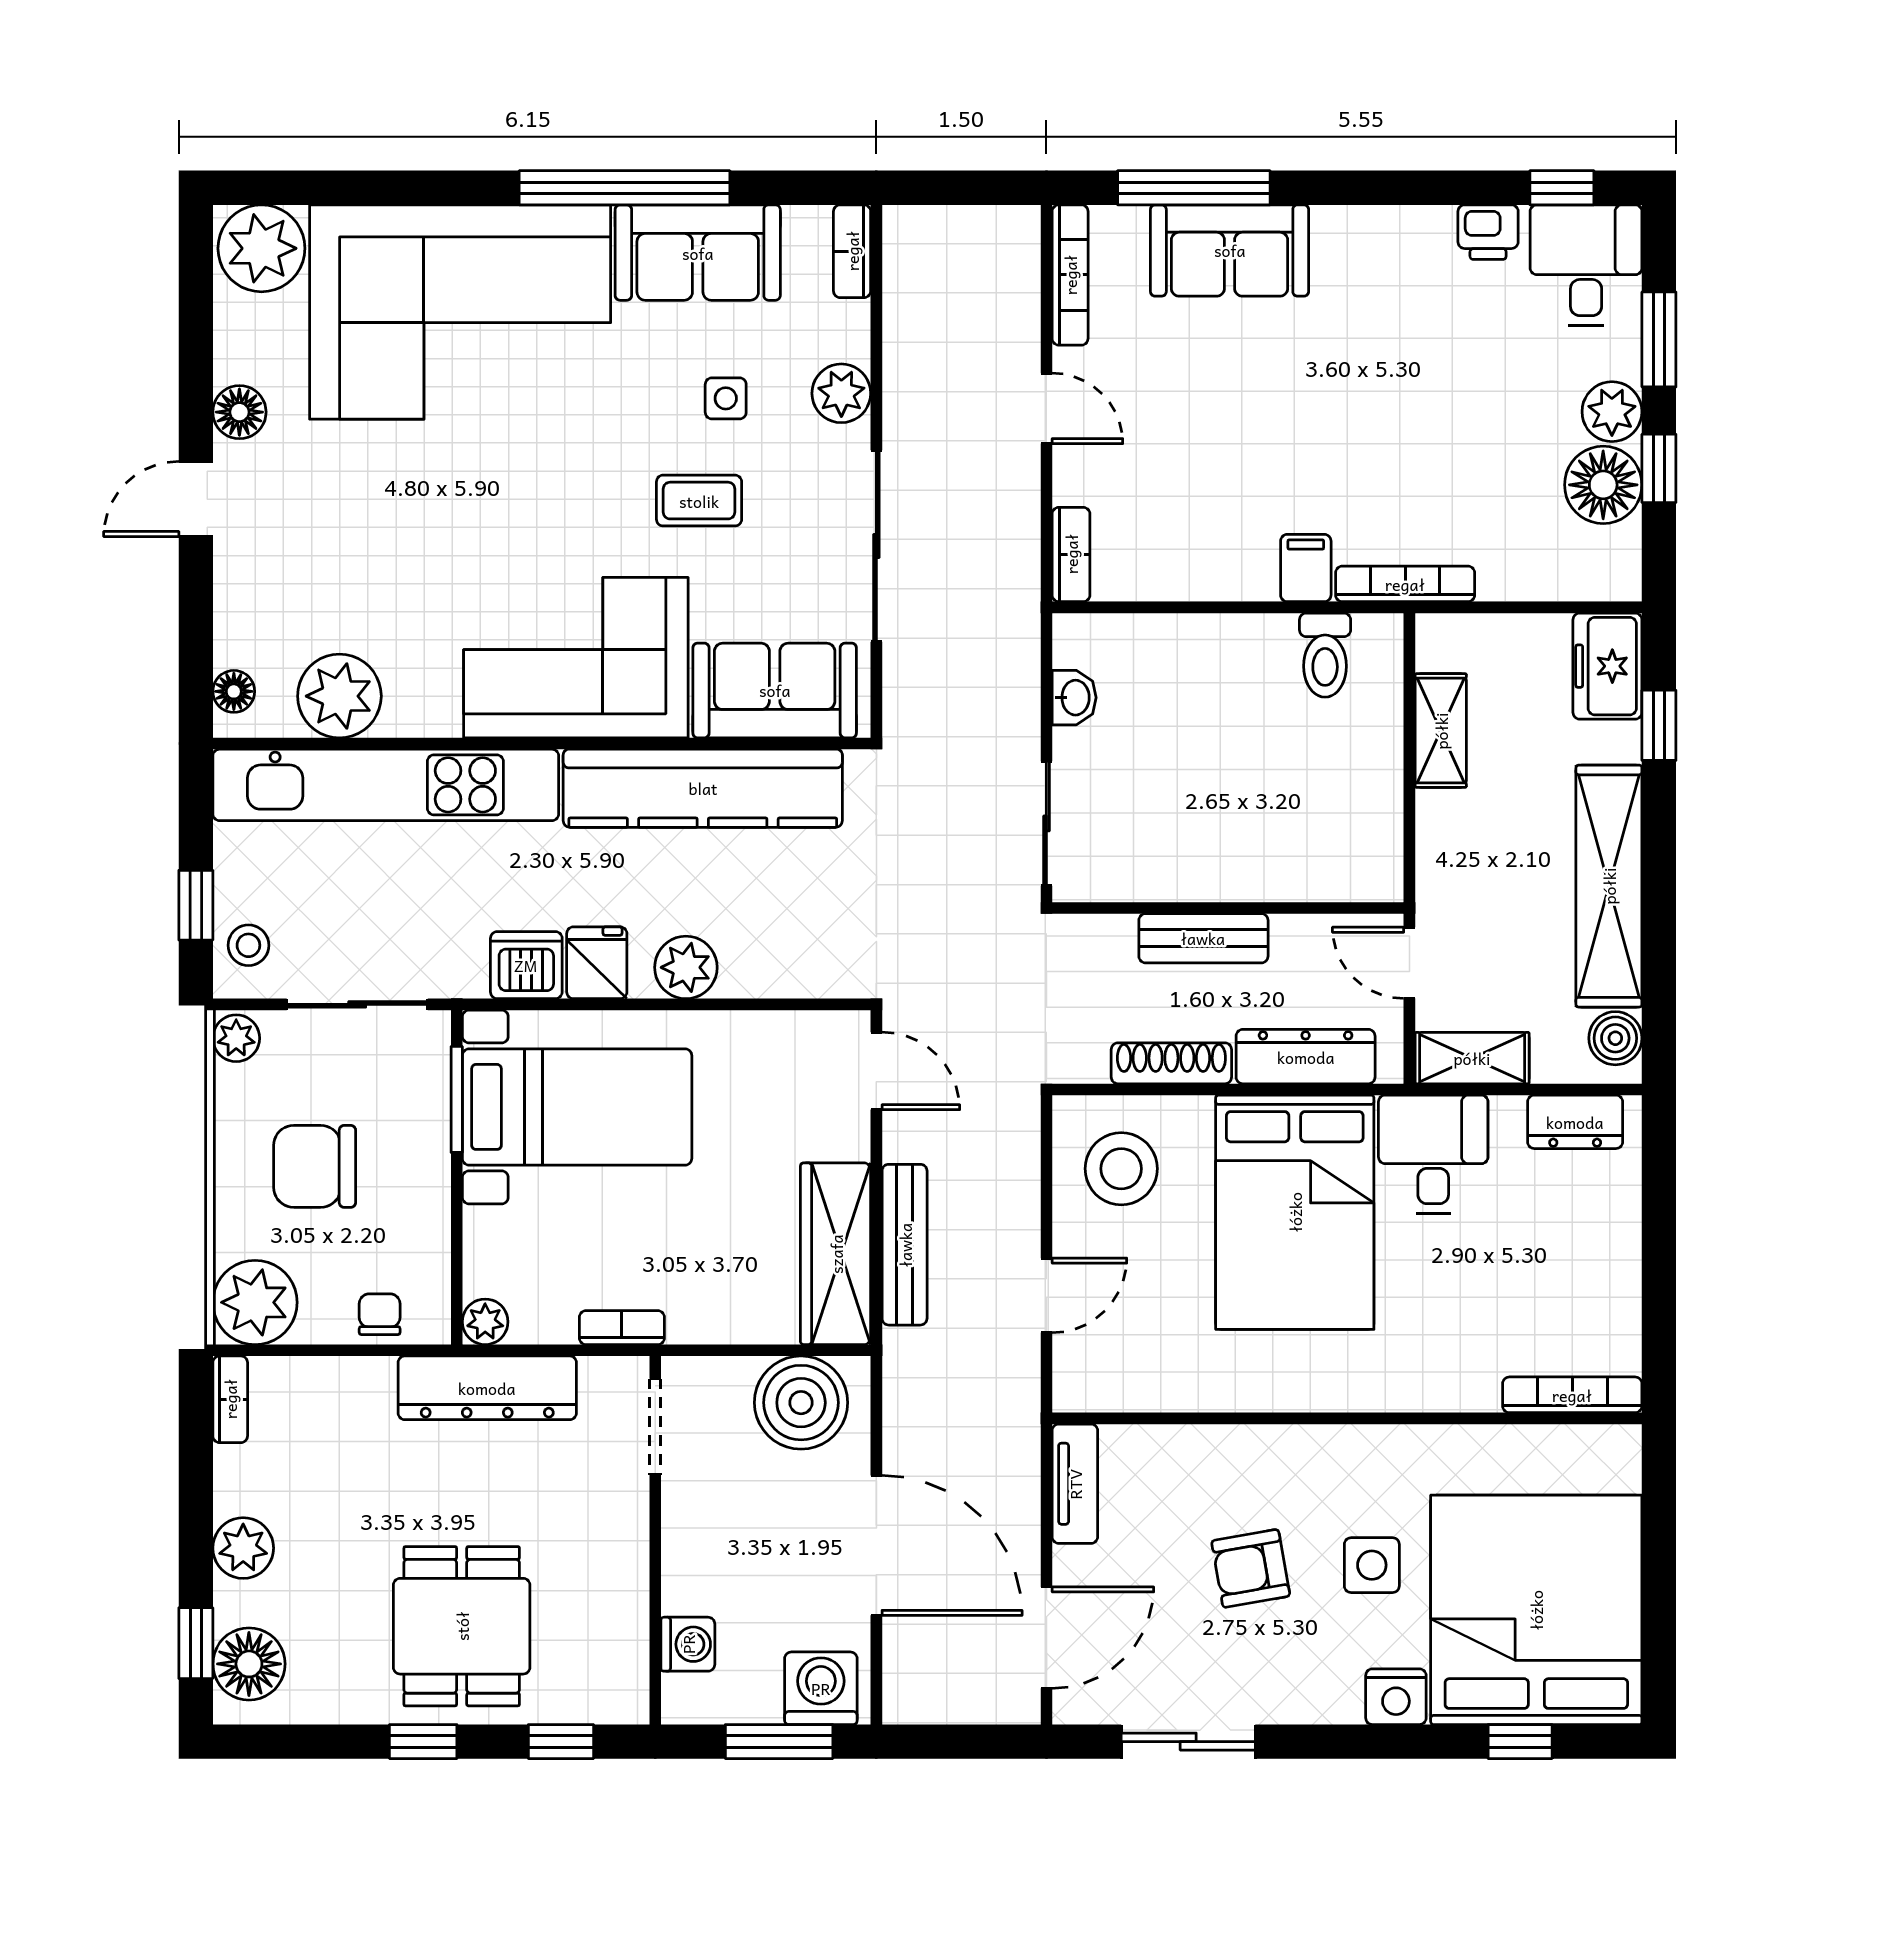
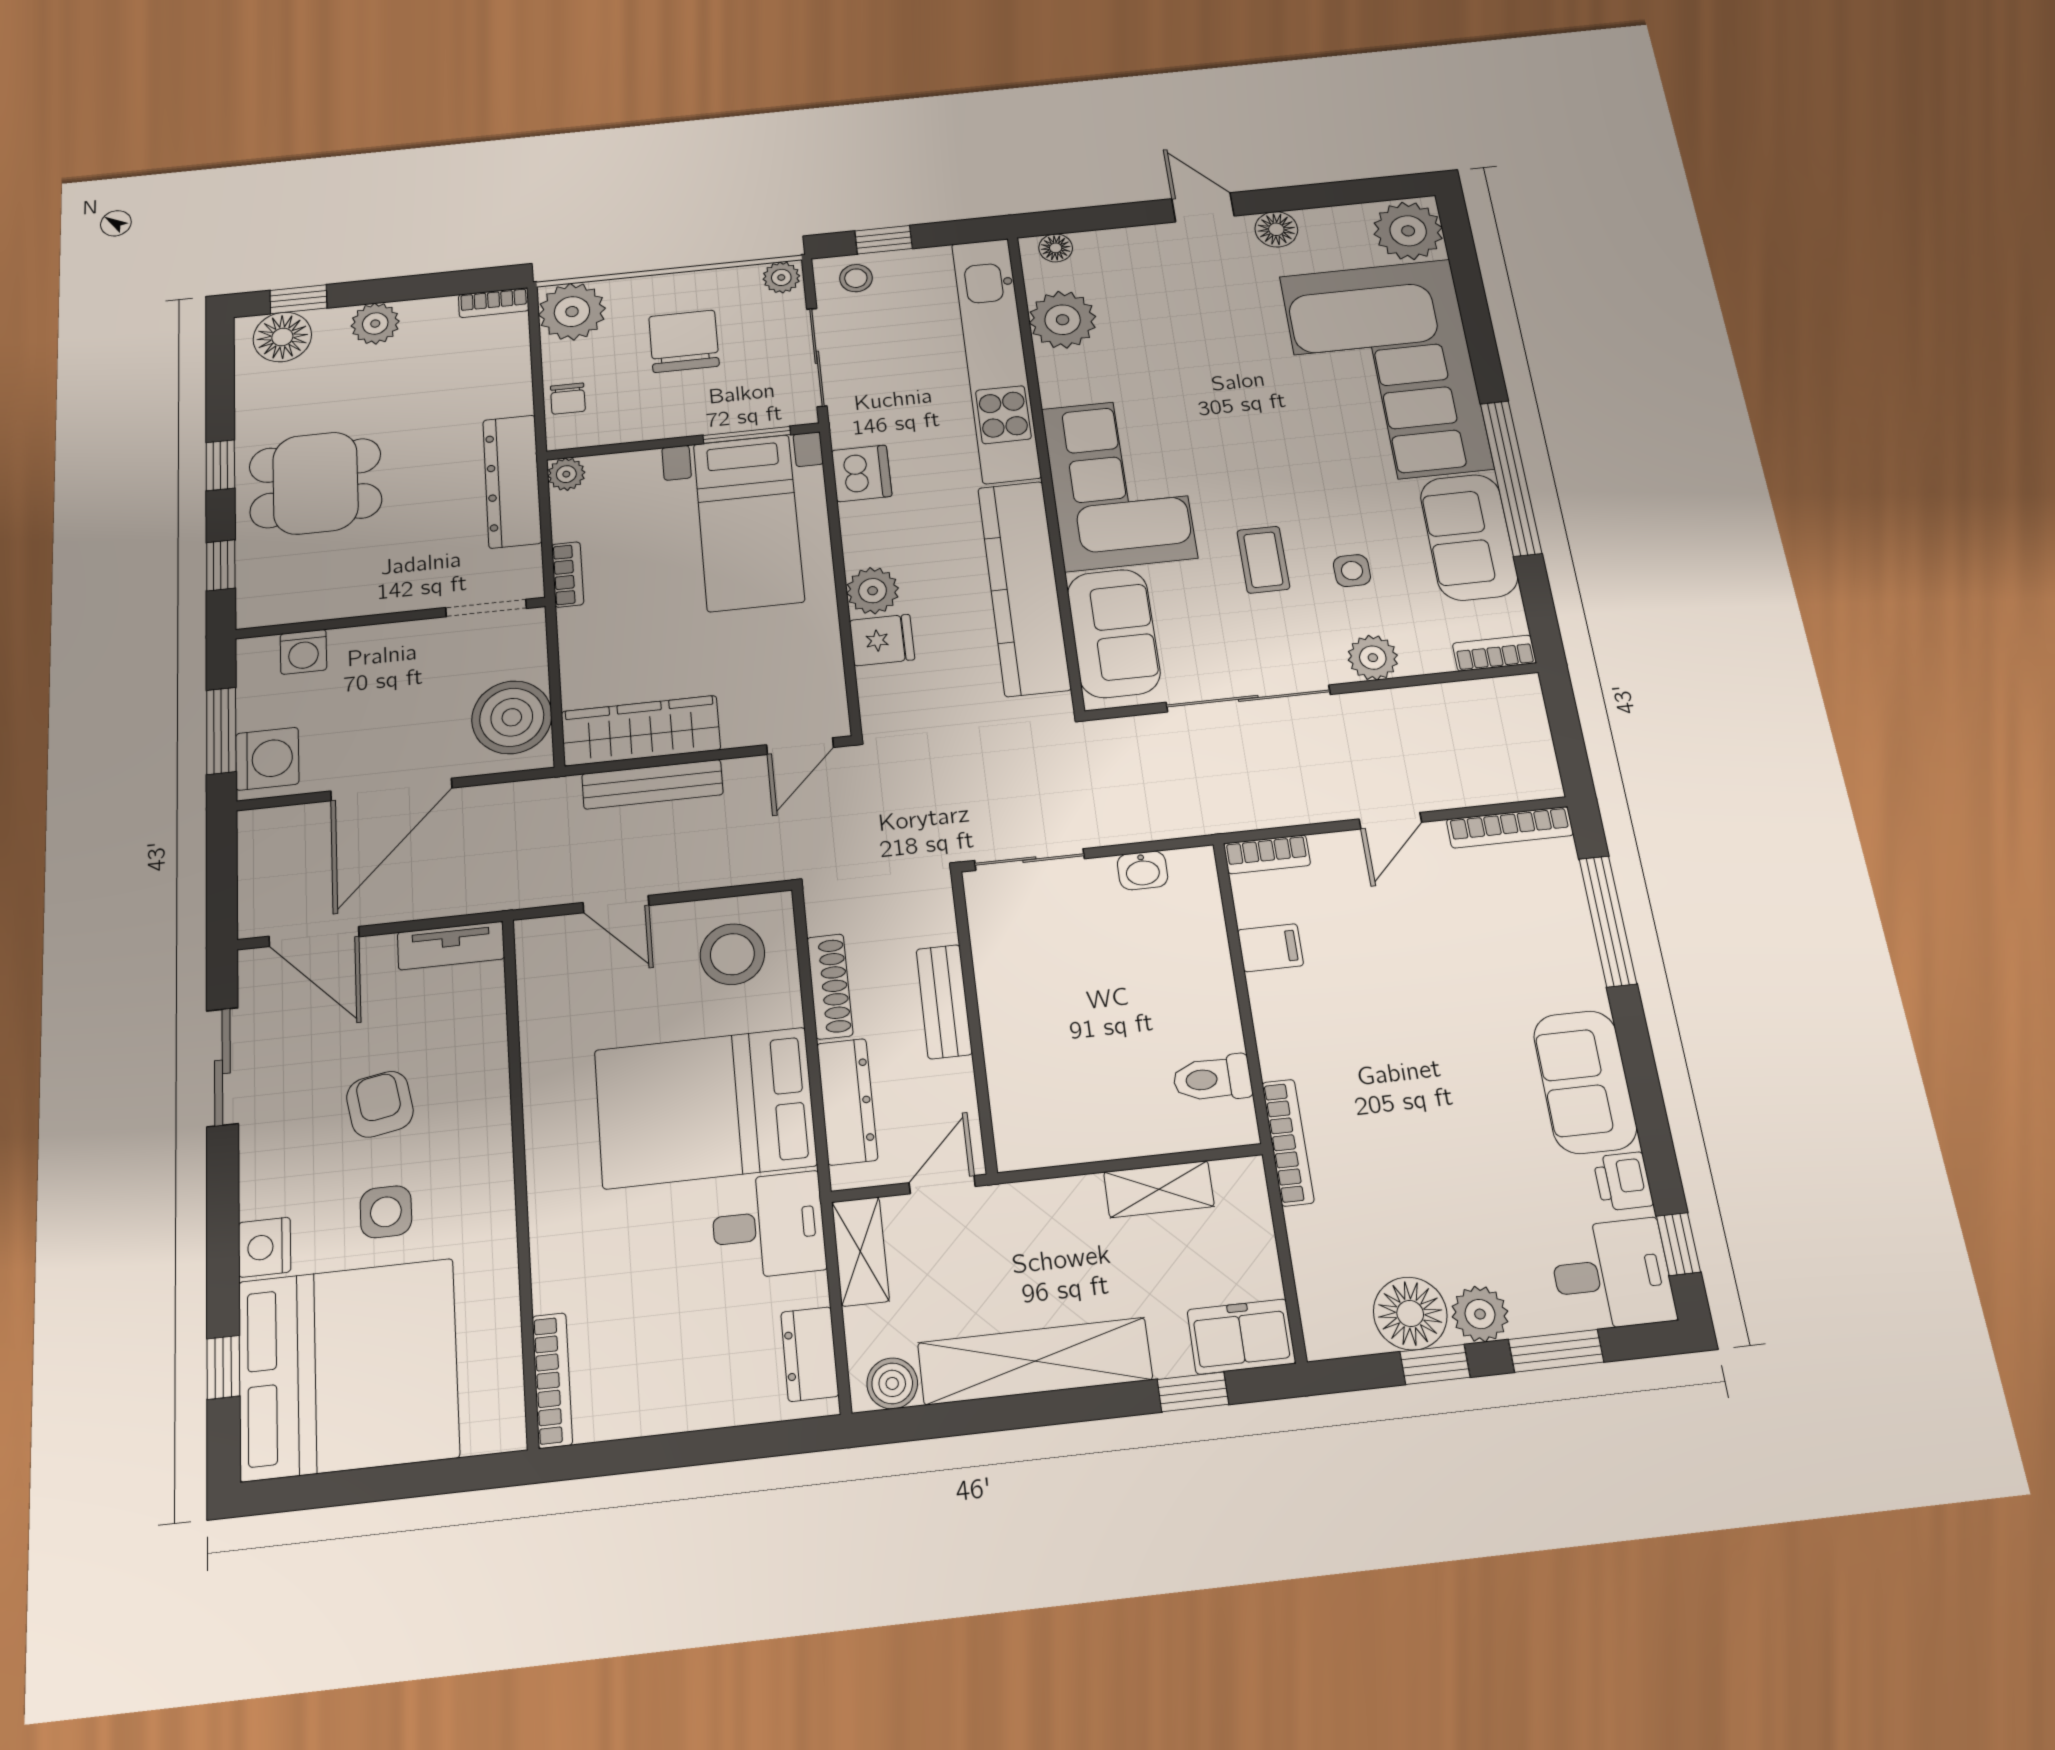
sofa: (1230, 250) -> (1585, 1082), moved
filing cabinet: (1306, 568) -> (1270, 948), moved
fridge: (597, 963) -> (882, 640), moved
chair: (380, 1314) -> (568, 399), turned 90

